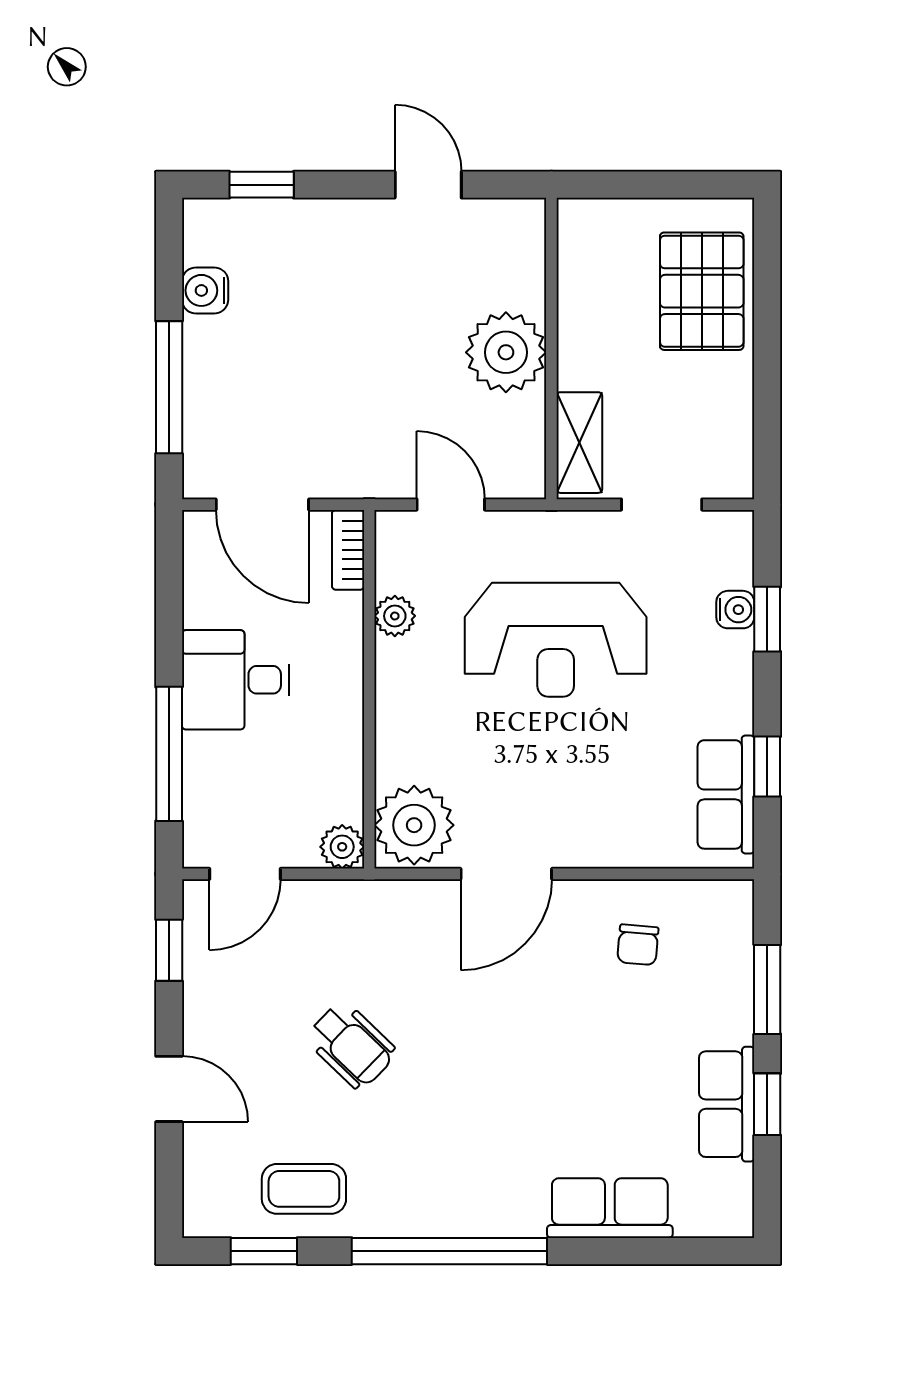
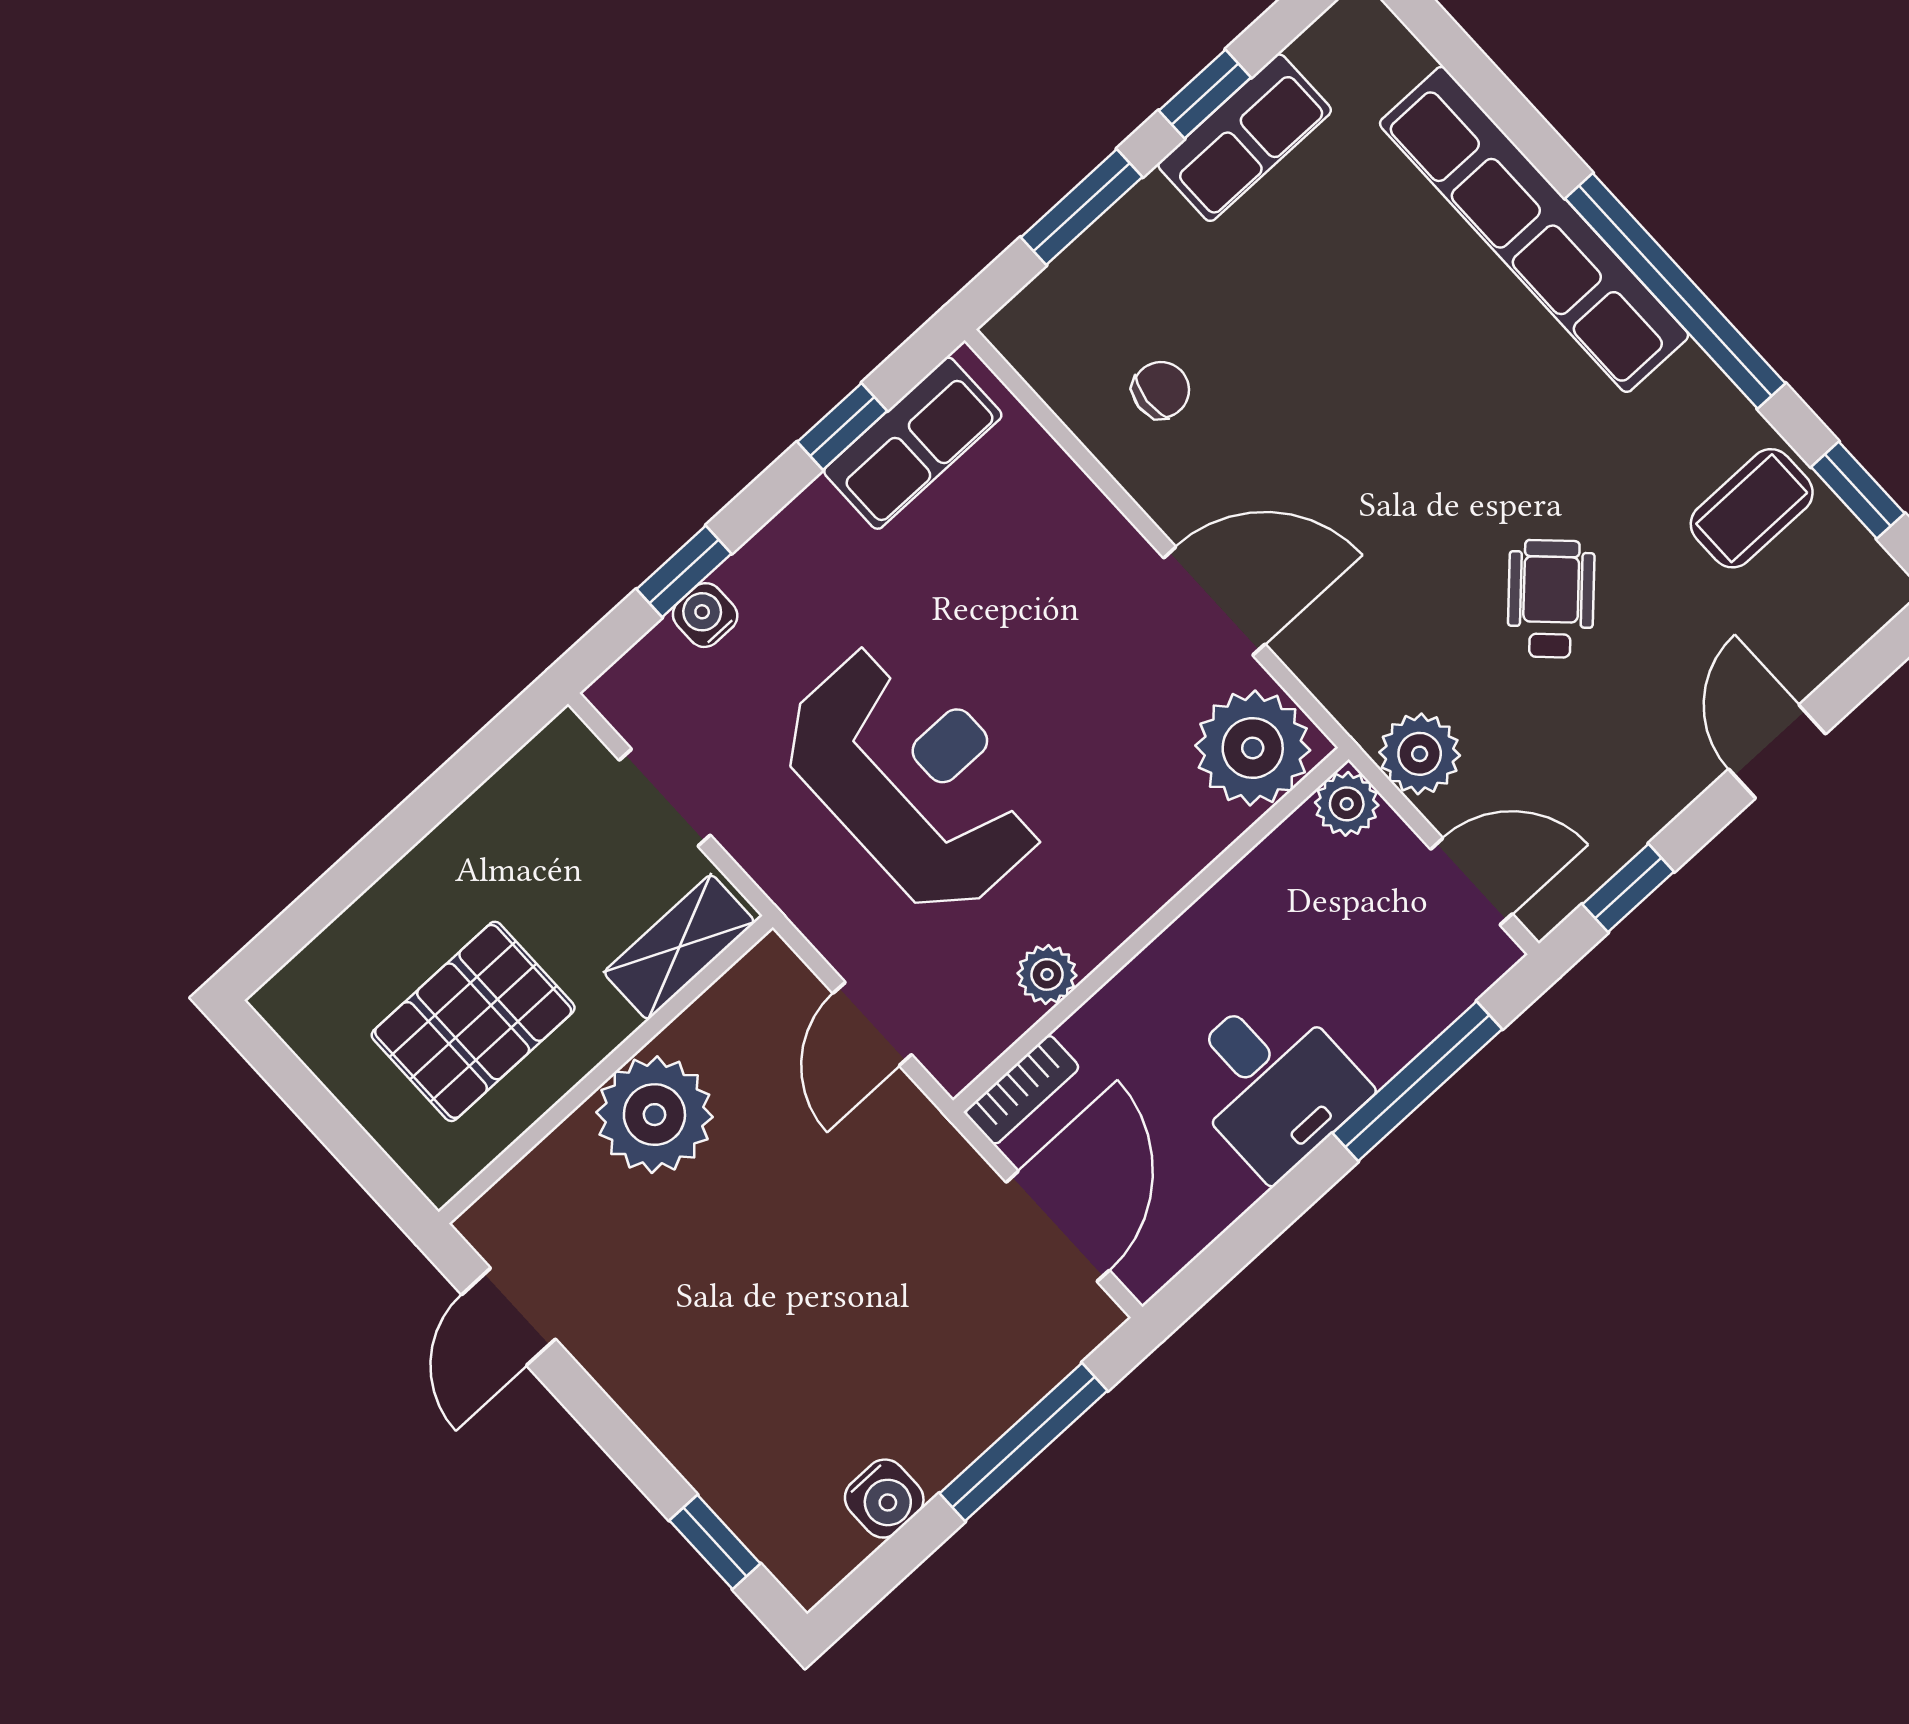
door: (428, 185) -> (509, 1317), moved
pallet: (702, 291) -> (473, 1021), moved
plant: (334, 907) -> (1420, 754), added
coffee table: (304, 1189) -> (1752, 508), turned 90
row of seats: (610, 1208) -> (1534, 229), width x2.02

